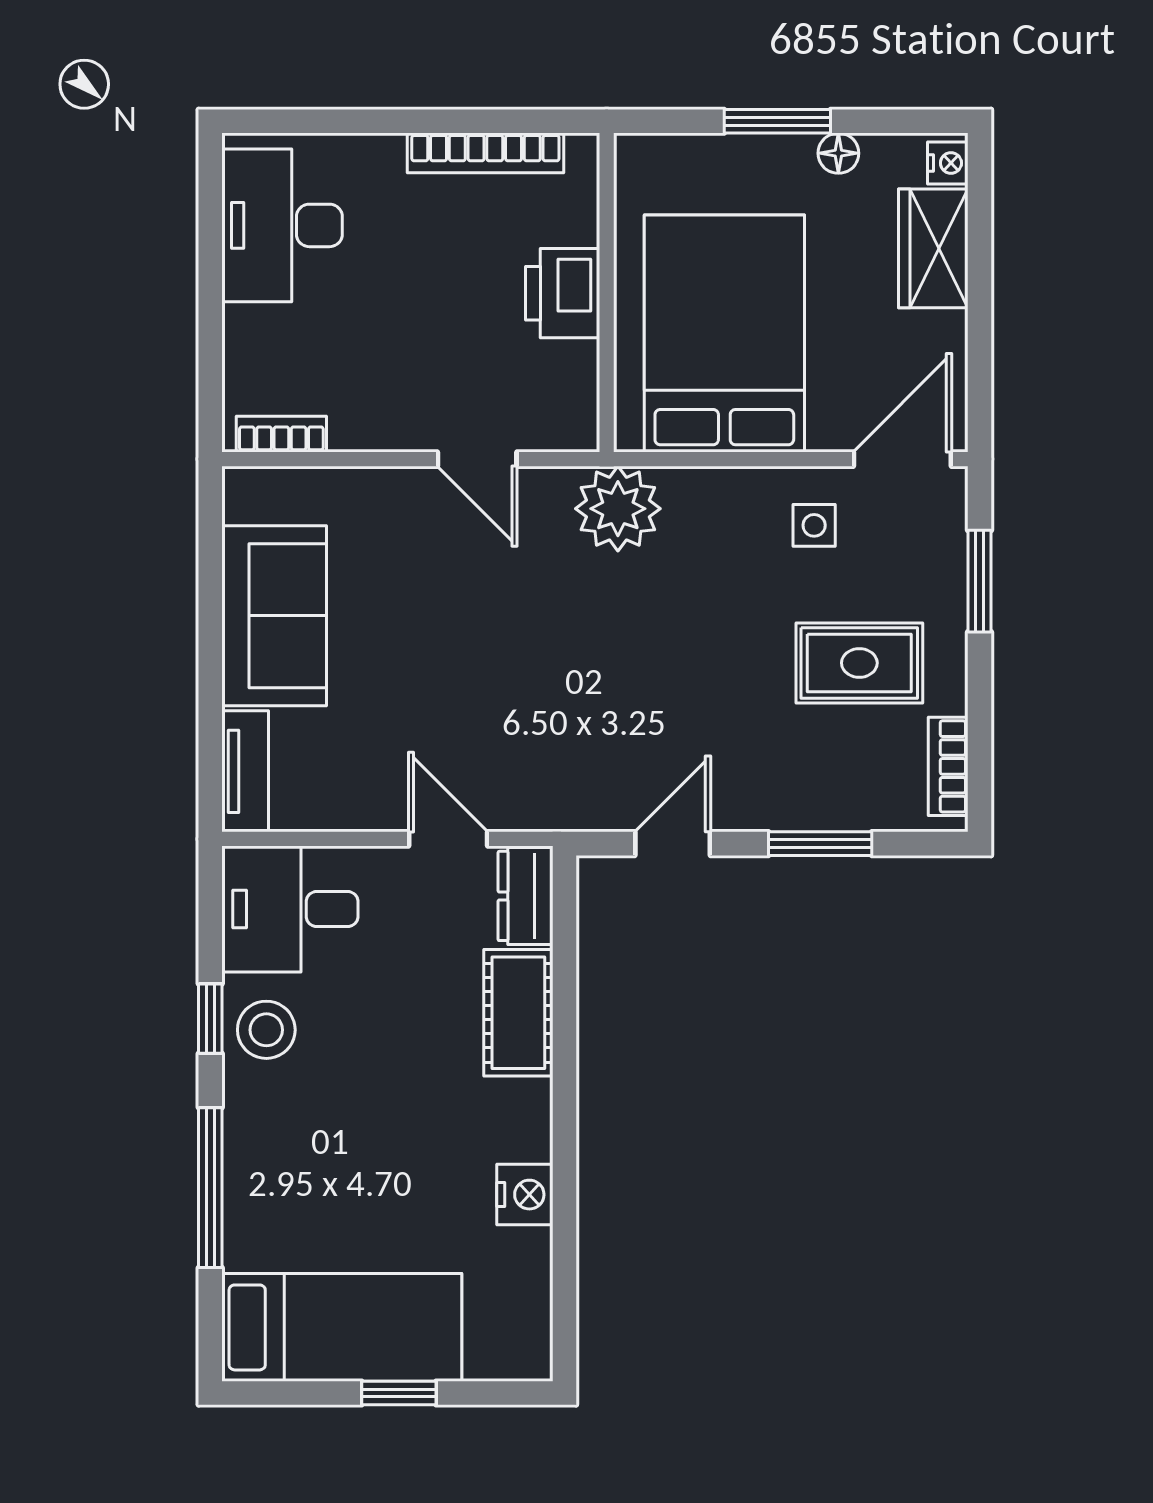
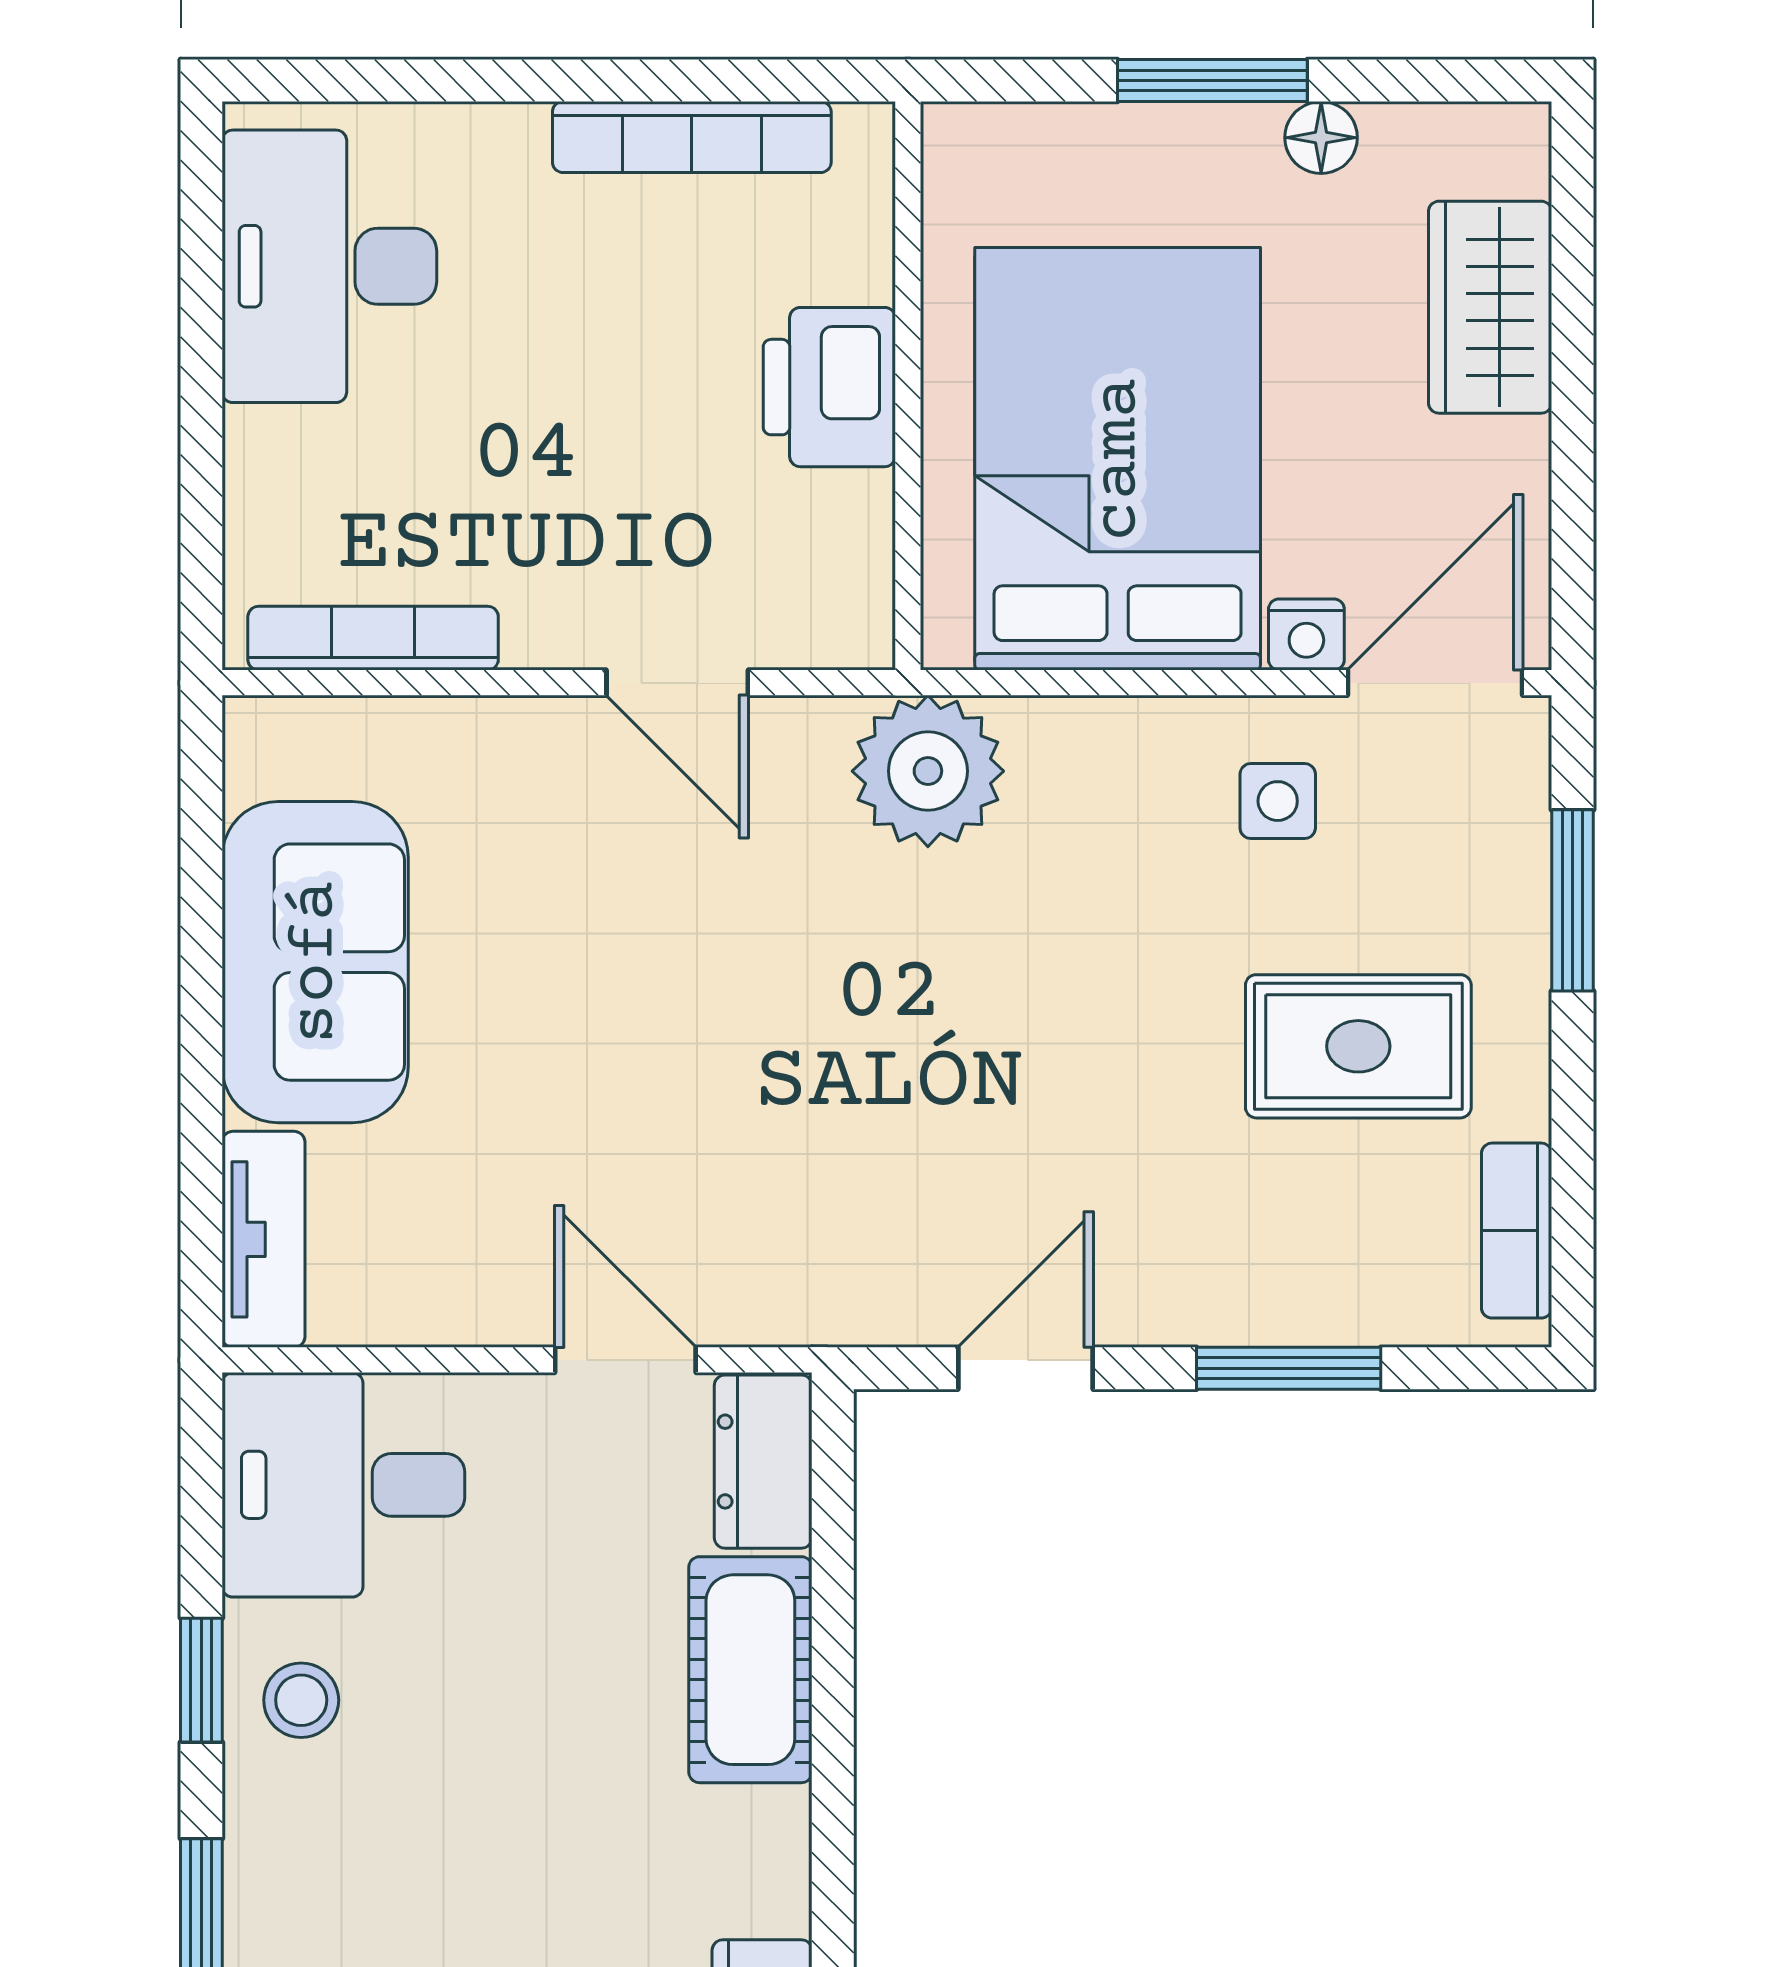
nightstand: (948, 163) -> (1306, 635), moved, turned 90
bookcase: (281, 434) -> (373, 638), width x1.56
stool: (266, 1030) -> (301, 1700), width x0.73, depth x0.73

